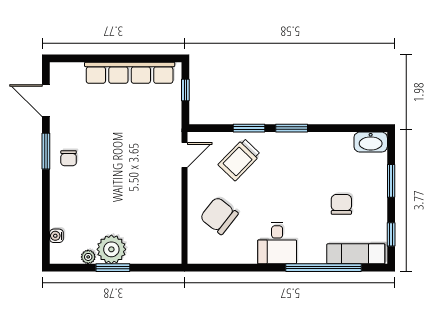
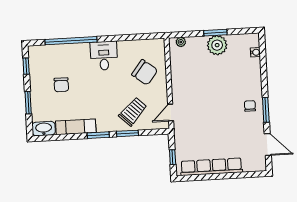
exam couch: (356, 254) -> (76, 127), moved, turned 180
plant: (88, 257) -> (181, 42), moved

